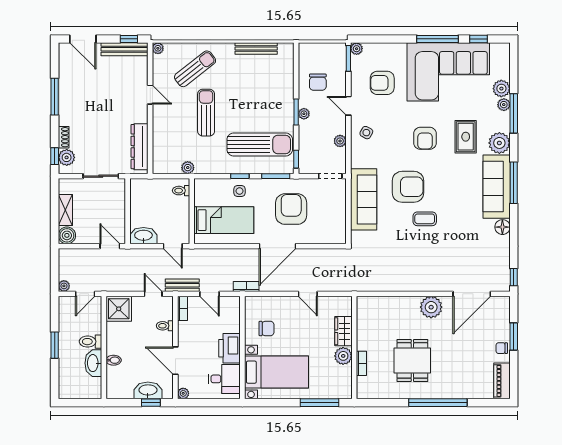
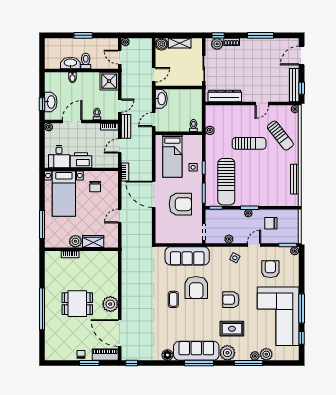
dining table: (412, 360) -> (77, 304), moved
piano: (502, 381) -> (105, 355), moved

